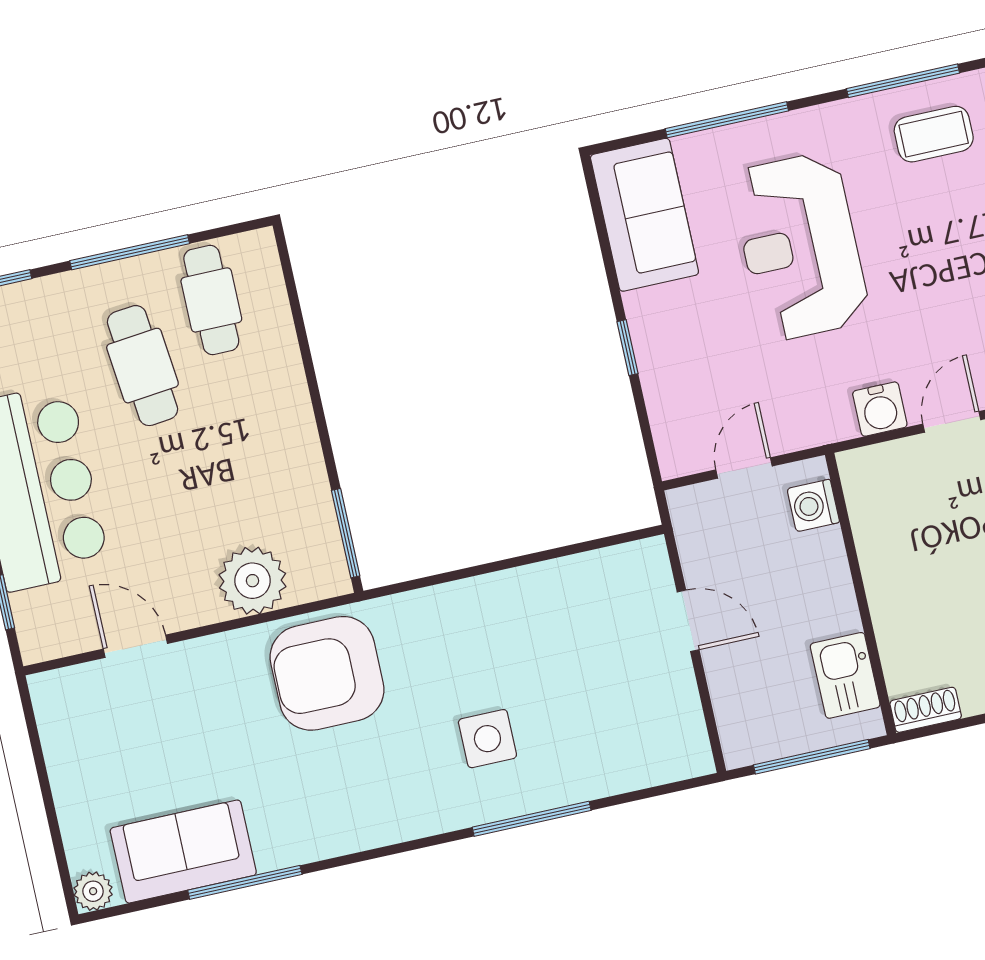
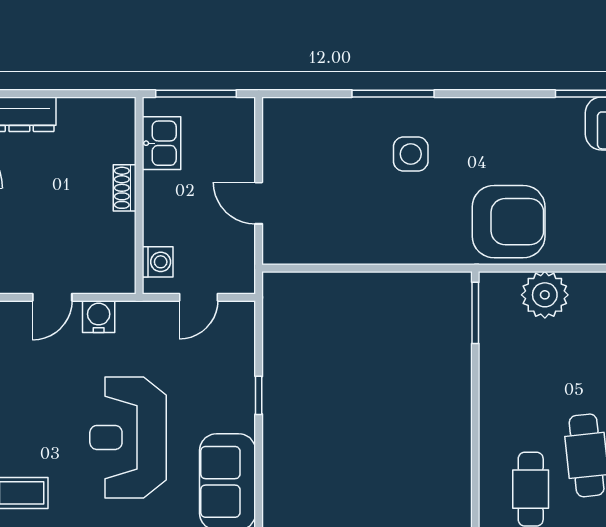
reception desk: (800, 247) -> (128, 437), turned 180
shoe rack: (926, 710) -> (125, 188), moved, turned 90

